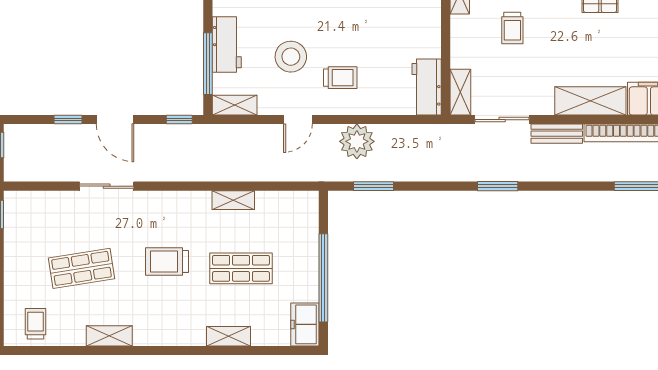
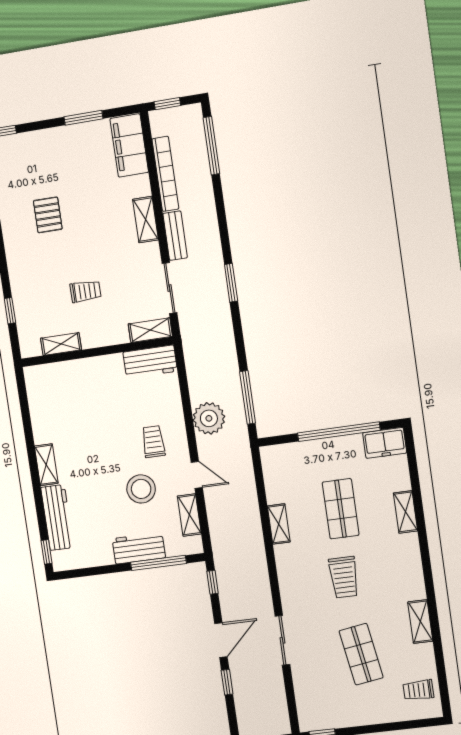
shelving: (590, 101) -> (145, 220), width x0.67, depth x0.75
shelving: (235, 105) -> (189, 515), moved
window: (373, 186) -> (248, 397), width x1.44

